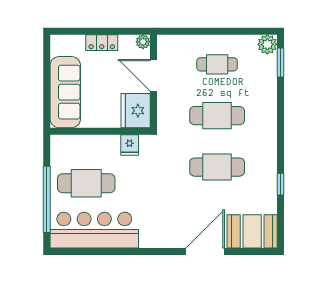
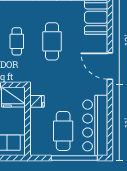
cafe table: (217, 116) -> (17, 41), width x0.73, depth x0.74
door: (205, 251) -> (110, 66), moved

